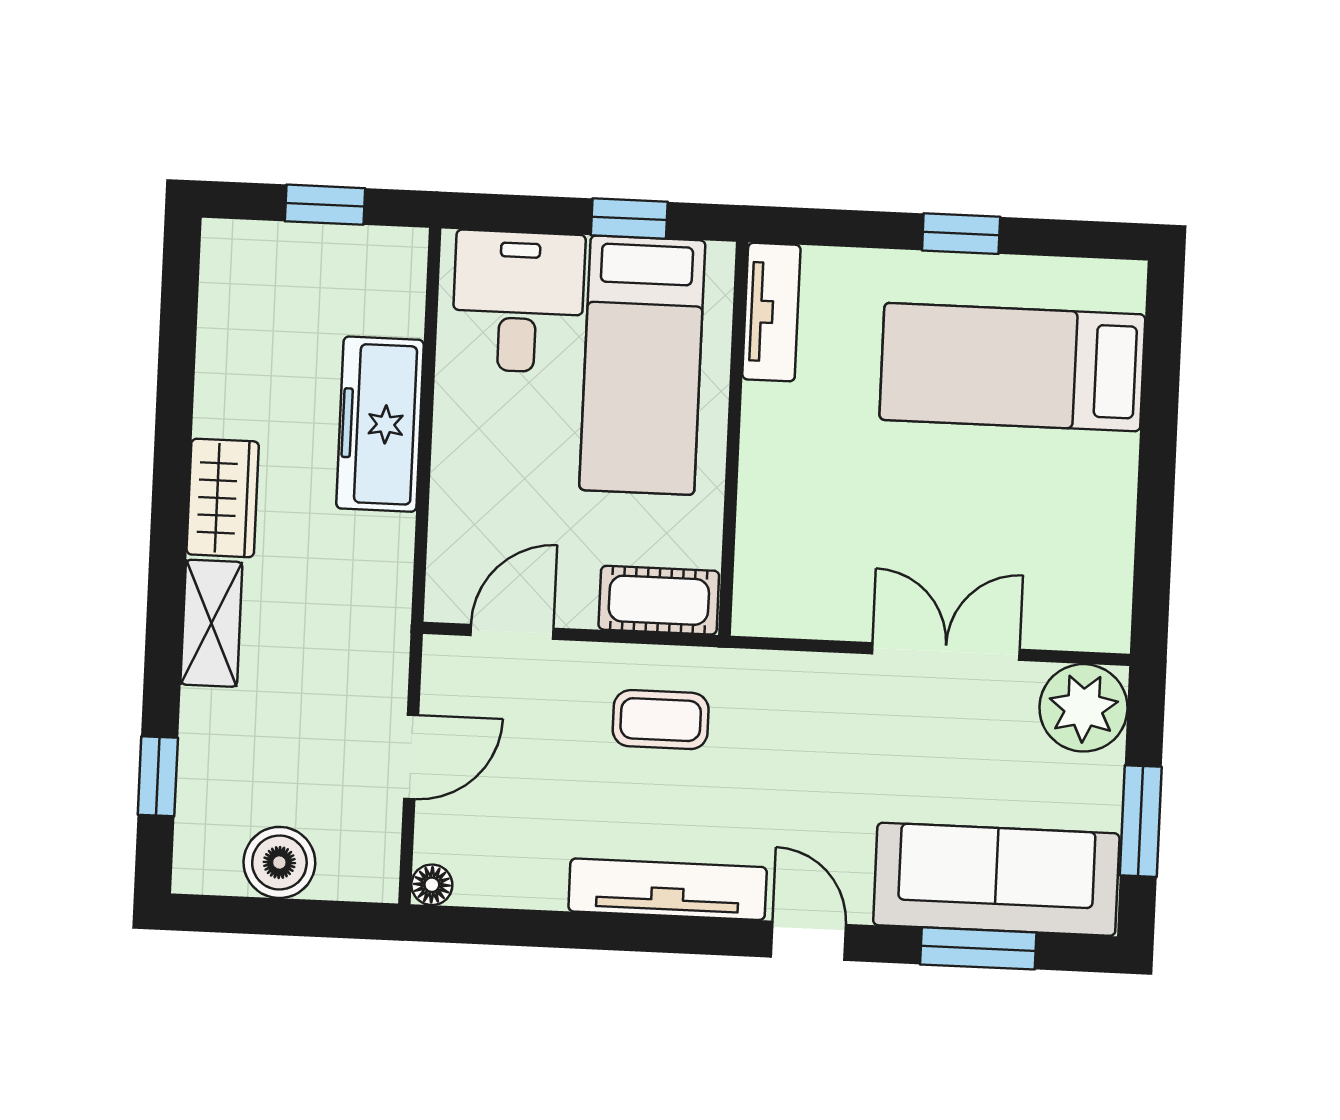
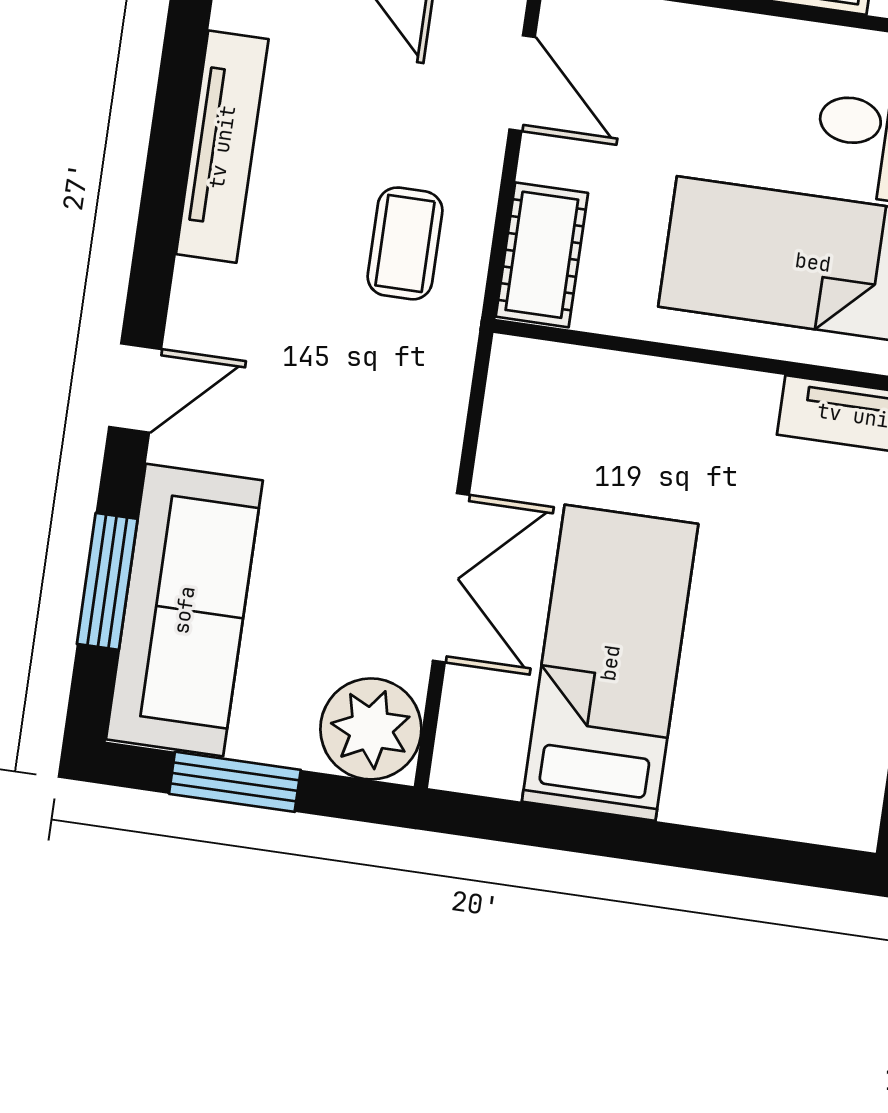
bed: (1012, 367) -> (610, 663), moved
tv unit: (668, 889) -> (222, 147), moved

